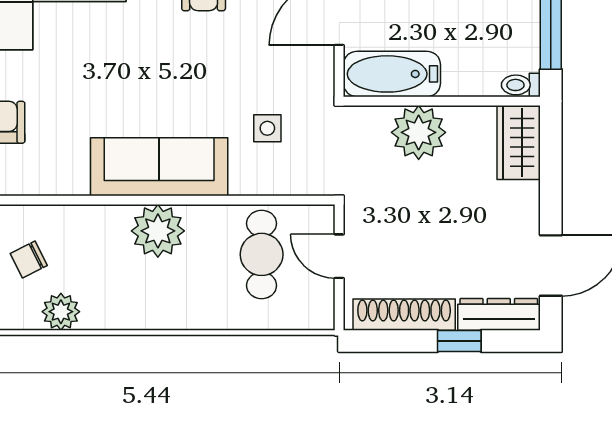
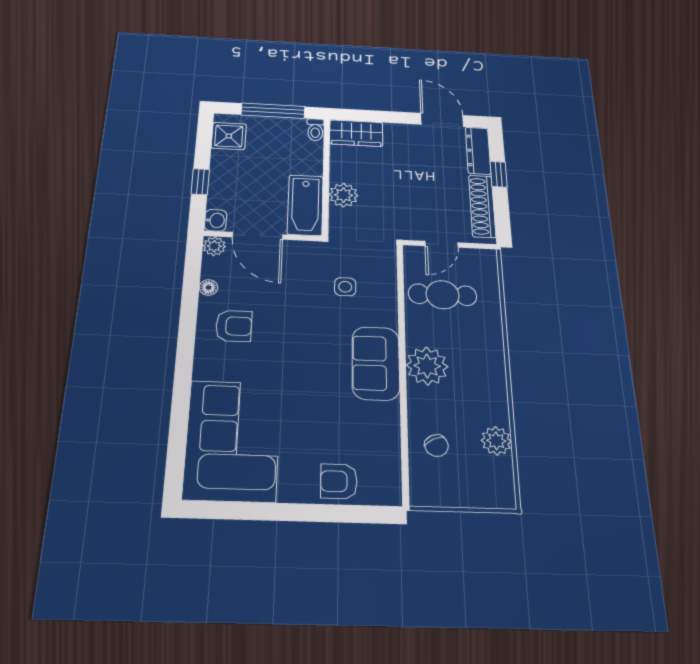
plant: (419, 132) -> (344, 195), width x0.73, depth x0.73
sofa: (159, 167) -> (376, 363), width x0.73
chair: (29, 259) -> (437, 446), moved

